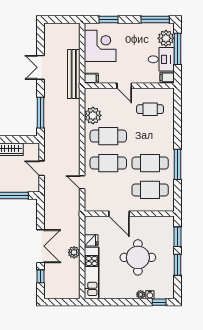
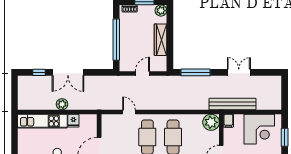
plant: (93, 115) -> (211, 122), moved
door: (82, 182) -> (129, 112), hinge flipped

